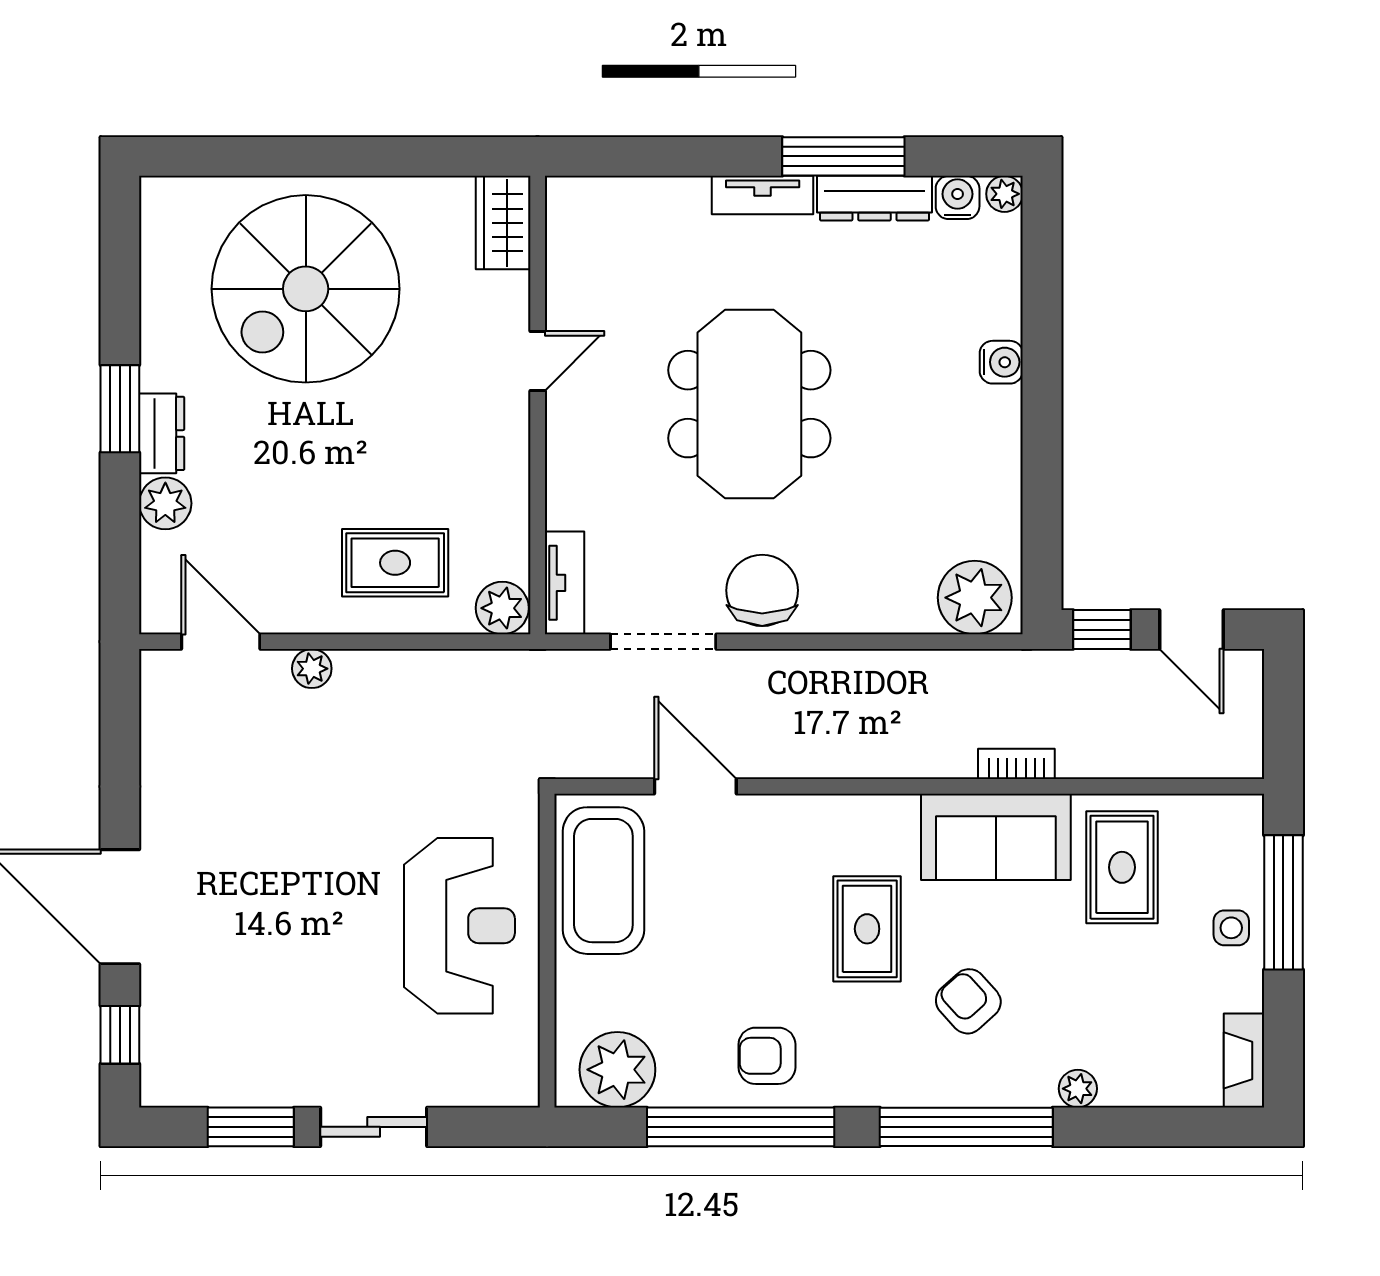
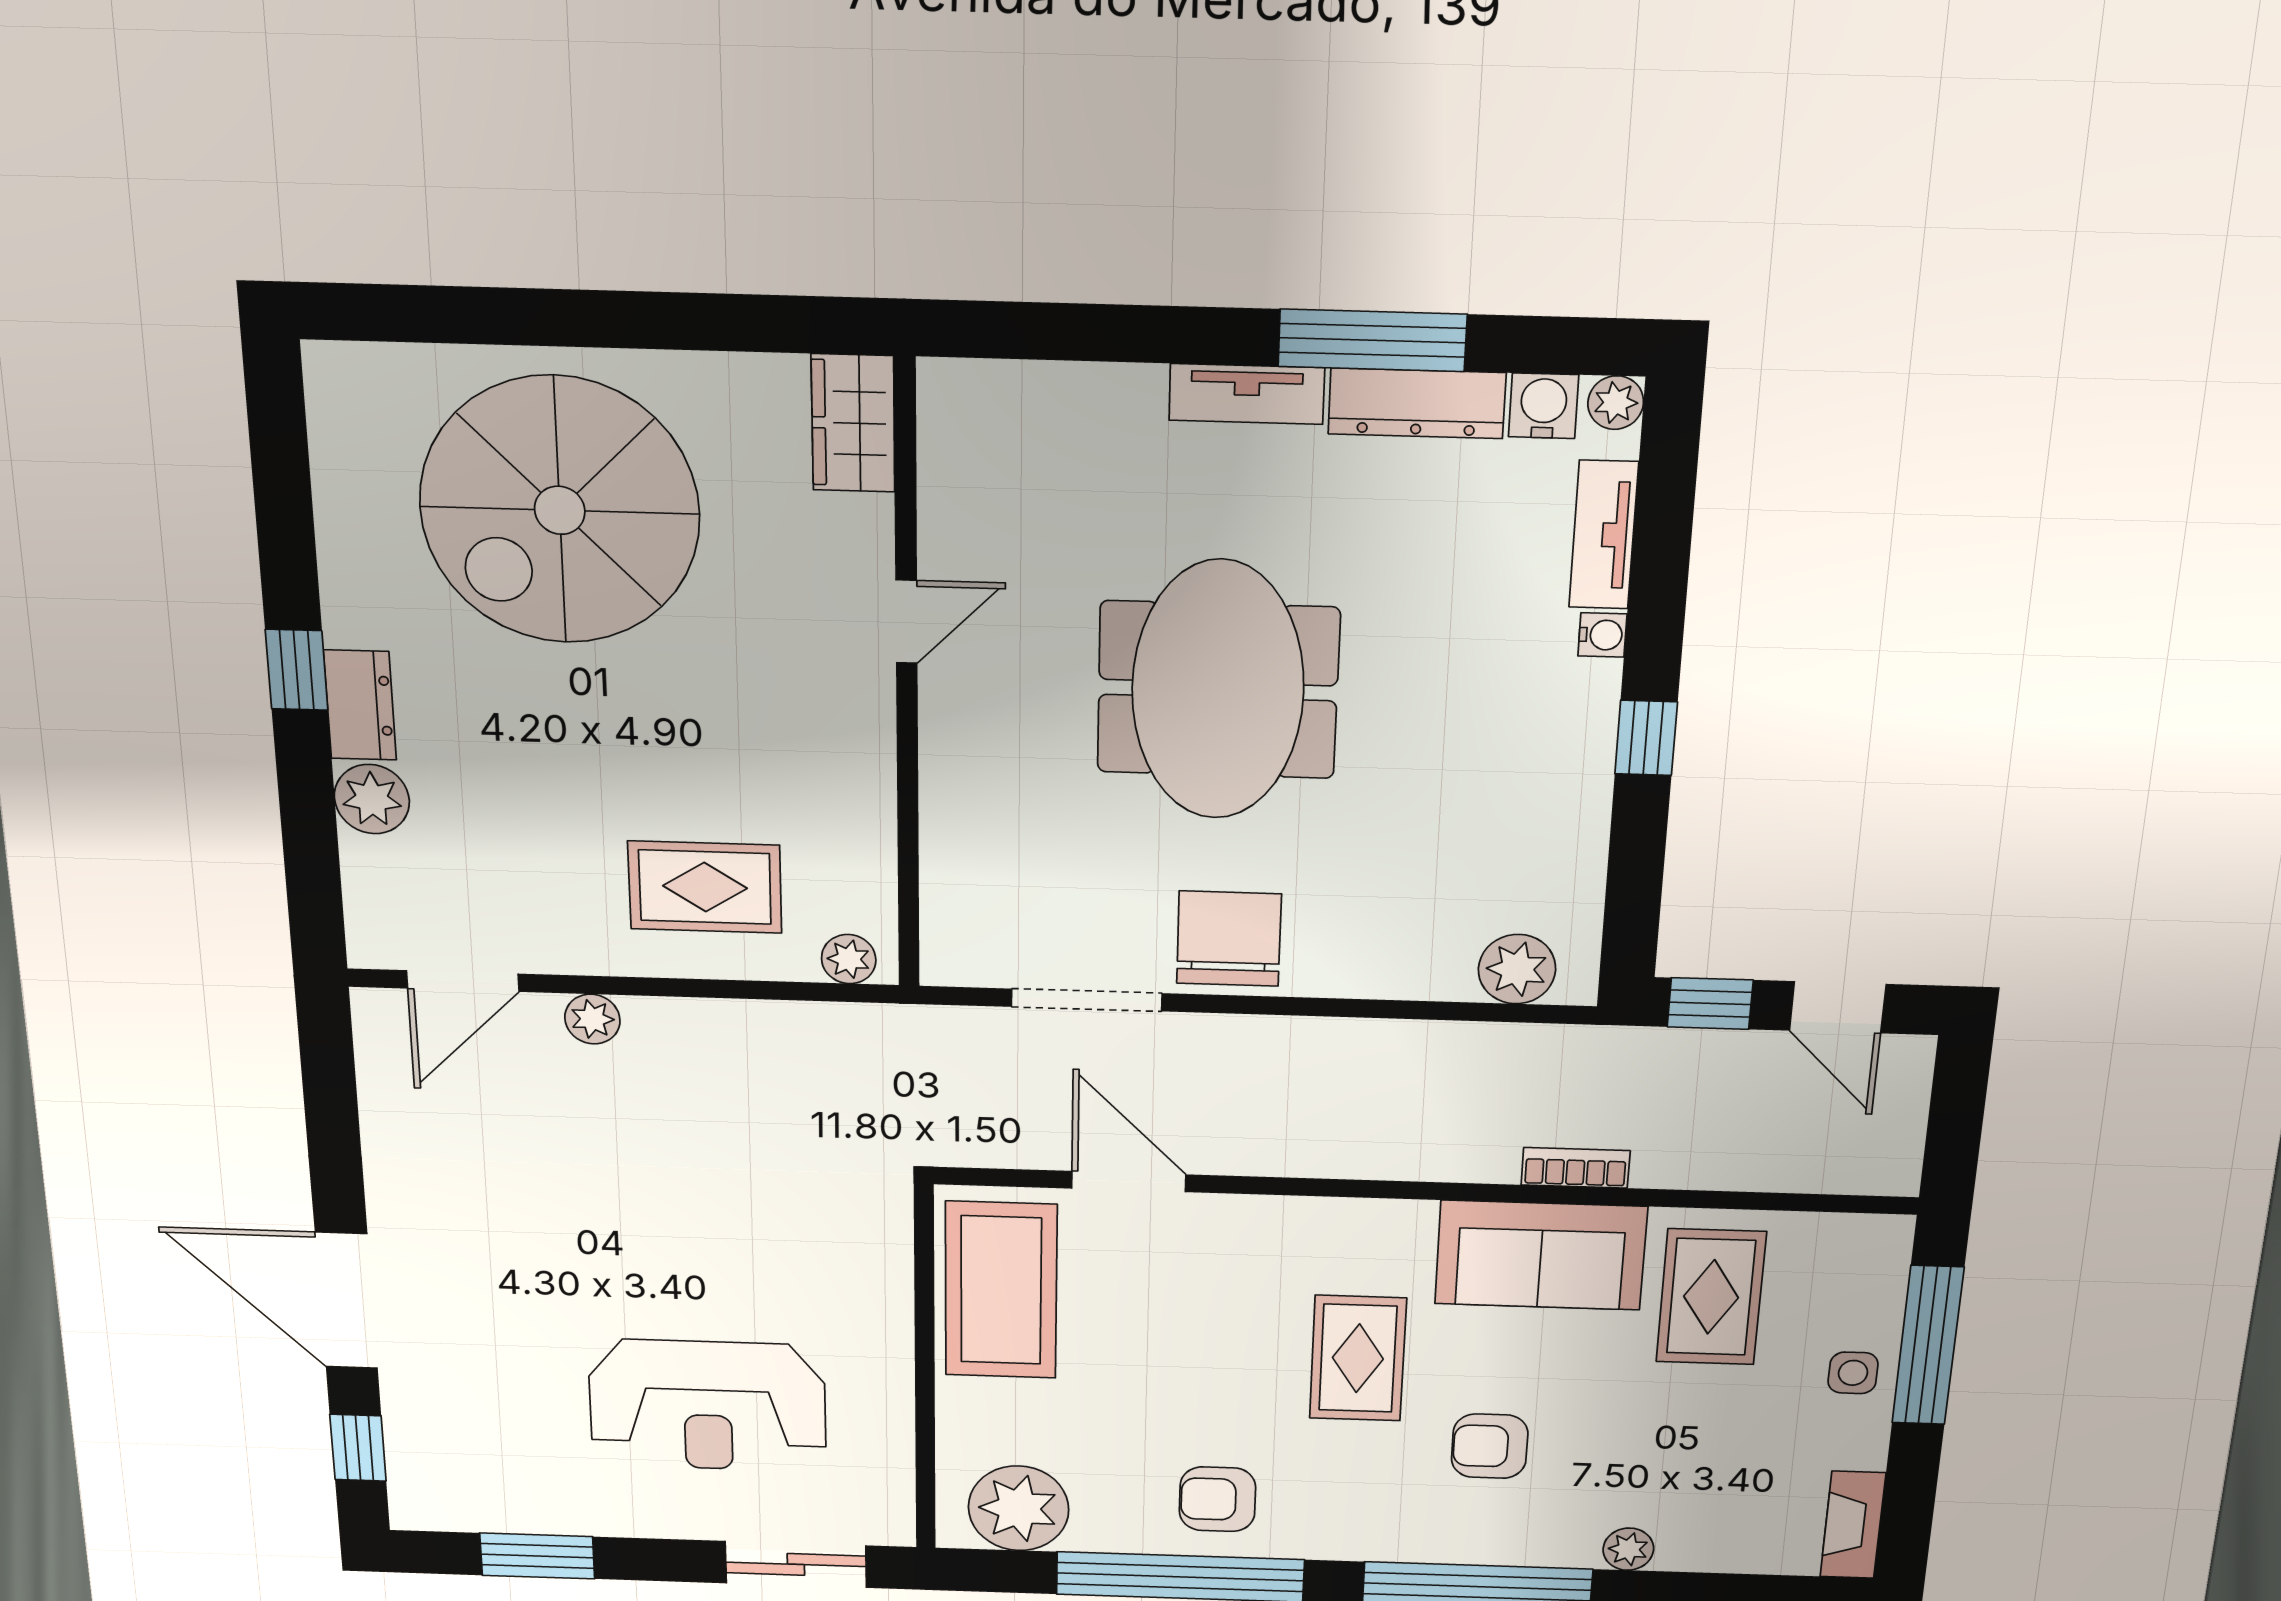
water cooler: (1001, 362) -> (1602, 635), width x0.72, depth x0.72
window: (120, 409) -> (297, 670), width x0.67
window: (1042, 430) -> (1646, 738), added
tv unit: (564, 583) -> (1604, 535), moved, turned 180
plant: (975, 598) -> (1517, 969), width x0.73, depth x0.73
plant: (502, 608) -> (849, 959), width x0.73, depth x0.73
door: (221, 642) -> (463, 981), swing flipped
reception desk: (459, 926) -> (708, 1405), moved, turned 90
armchair: (968, 1001) -> (1490, 1446), turned -48
sliding door: (374, 1127) -> (796, 1564), moved

